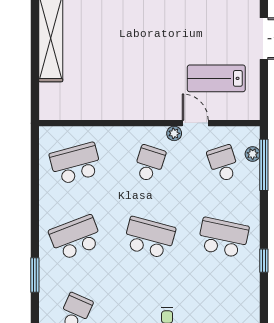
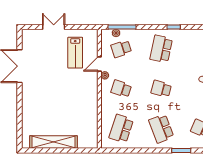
school desk: (76, 164) -> (121, 129), turned 33
school desk: (149, 238) -> (161, 89), width x0.54

